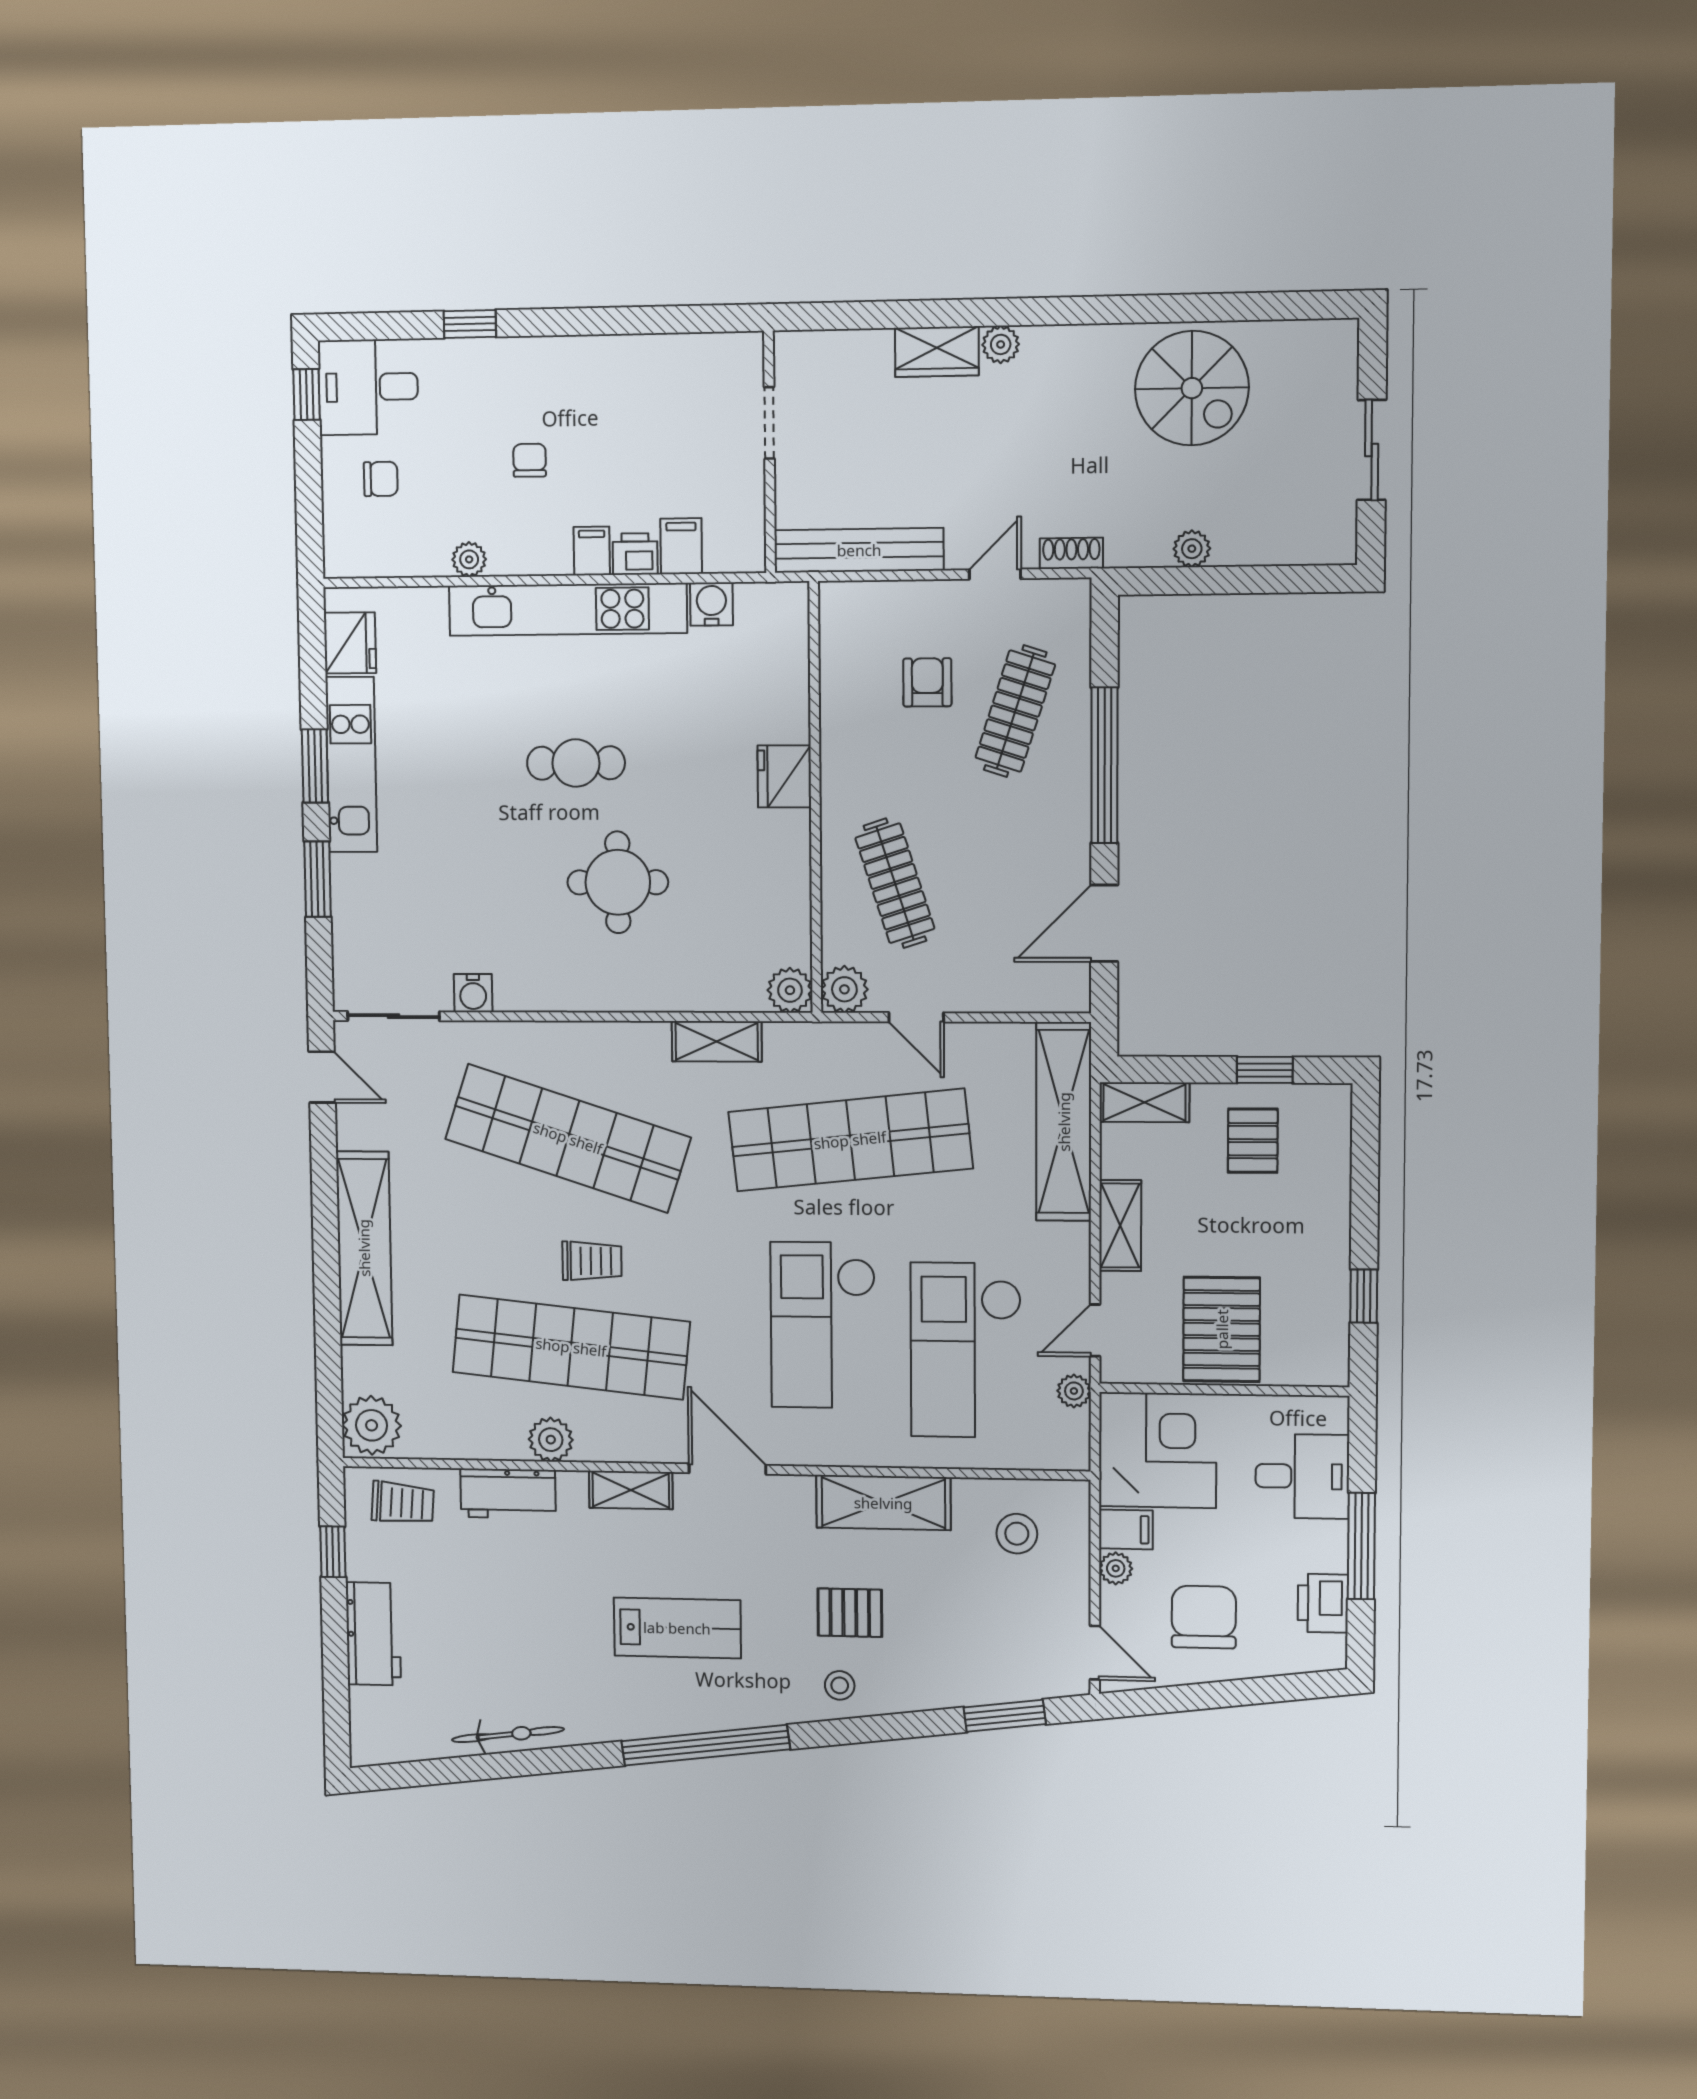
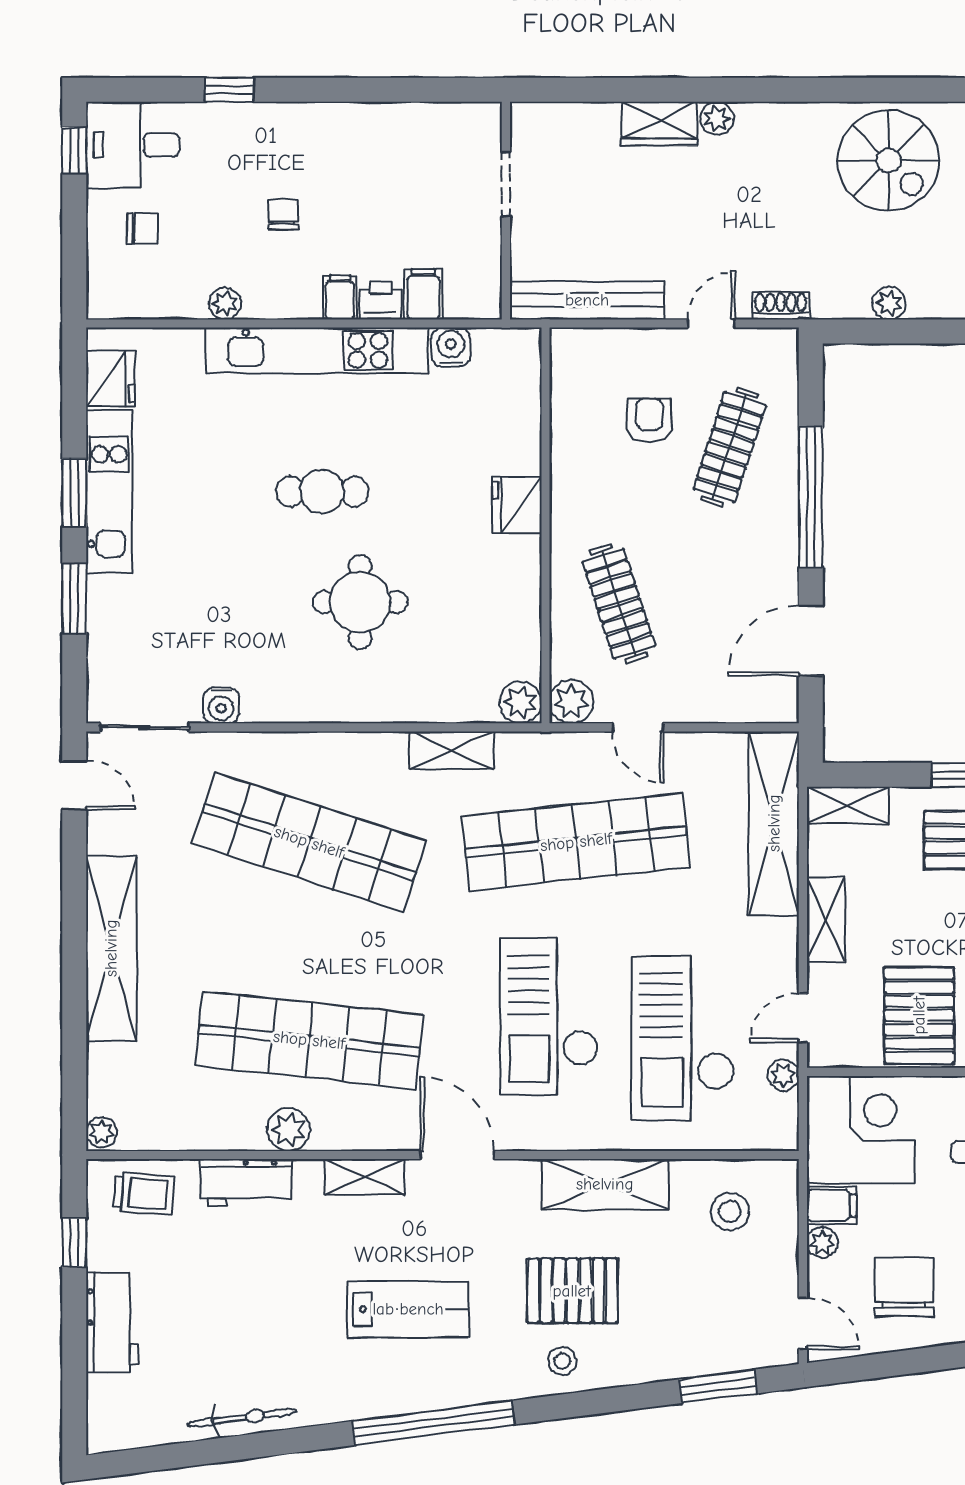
trolley: (592, 1261) -> (331, 958), removed
plant: (372, 1425) -> (101, 1132), width x0.53, depth x0.53
pallet: (850, 1613) -> (572, 1291), width x1.50, depth x1.42

